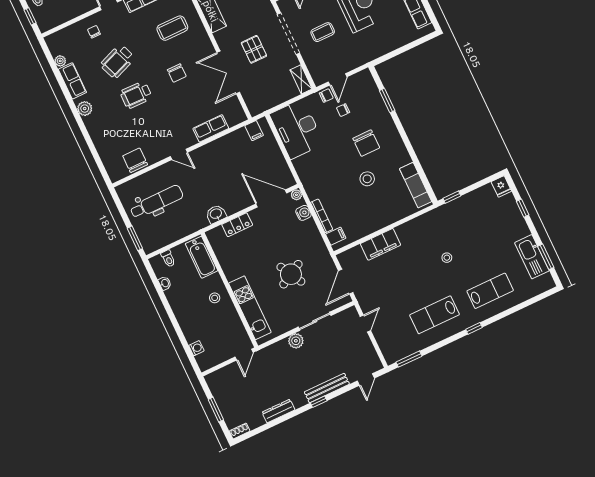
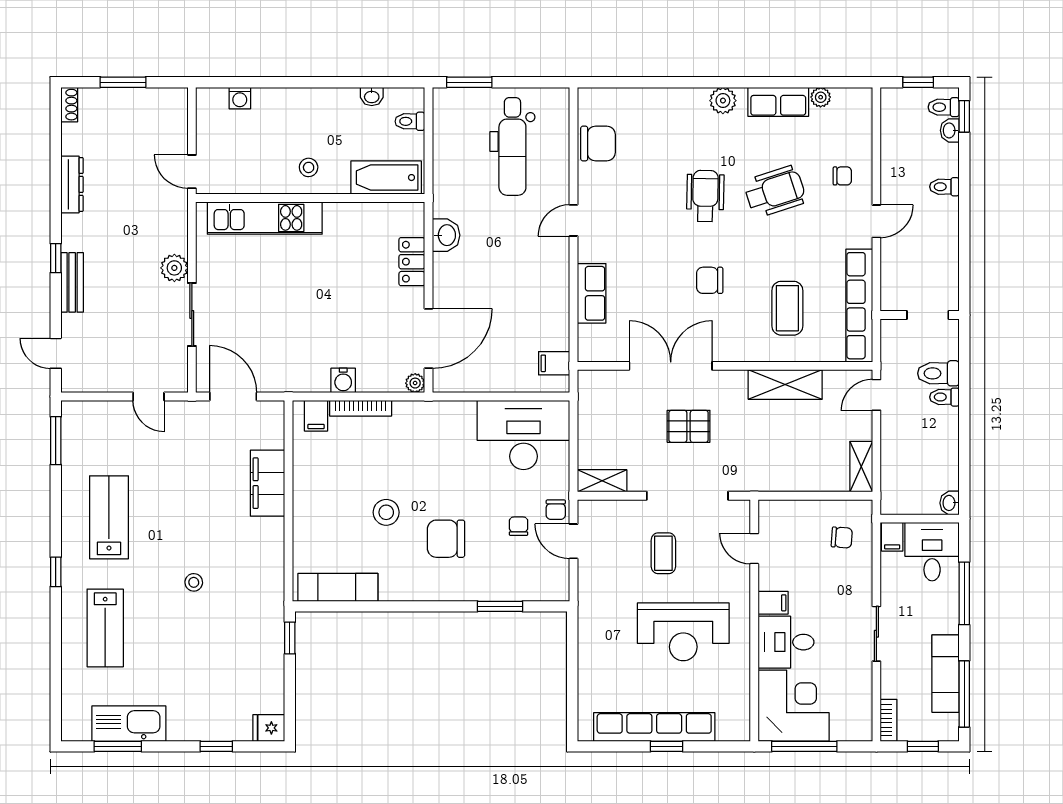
wheelchair: (118, 61) -> (775, 192), turned 93
water cooler: (303, 213) -> (343, 380), moved
round table: (291, 274) -> (288, 312), removed
bench: (327, 388) -> (72, 282), width x0.73

